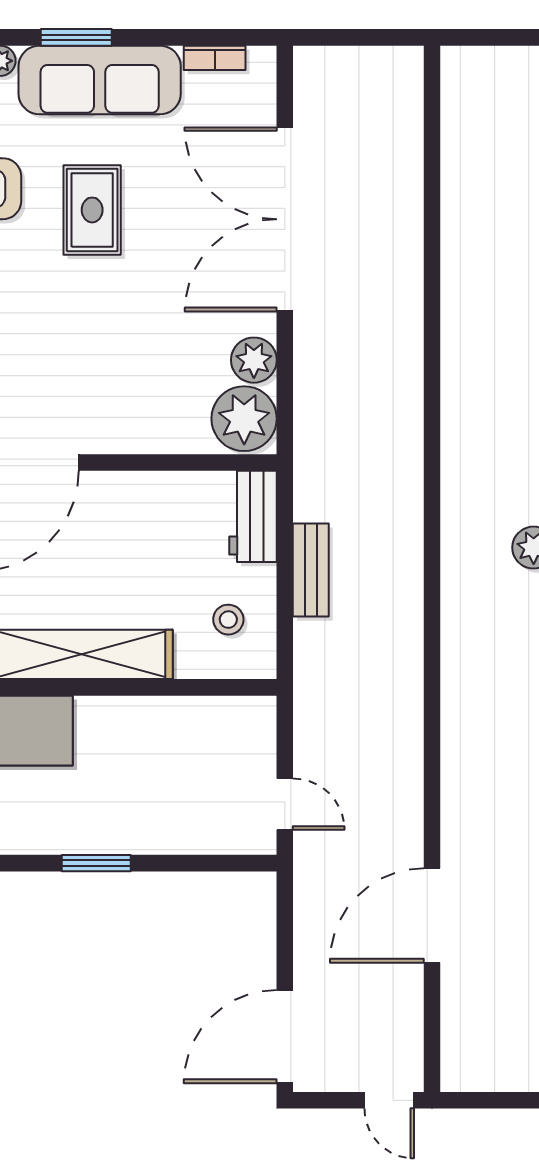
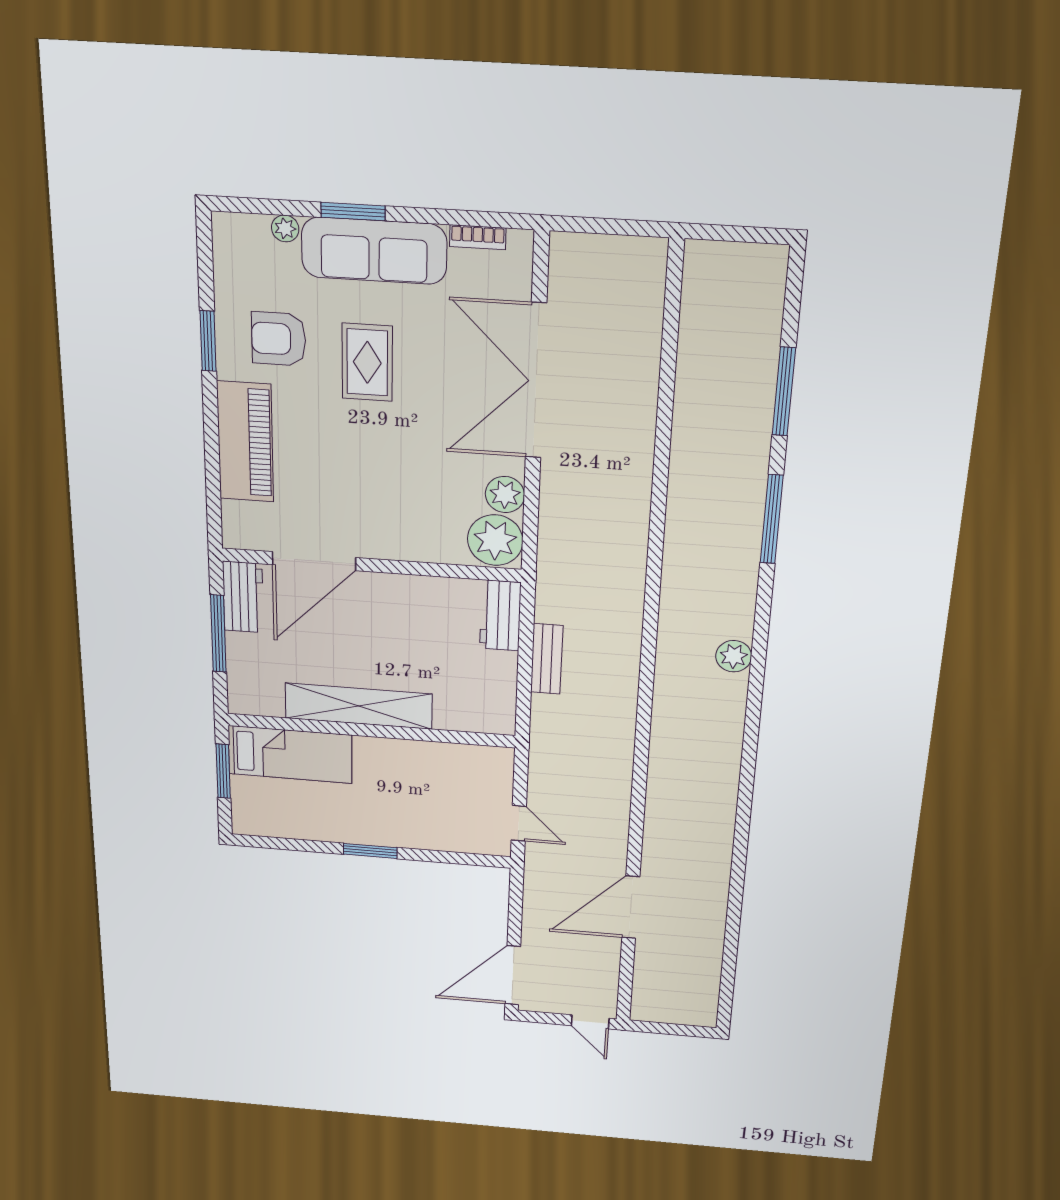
stool: (228, 620) -> (478, 690), removed

